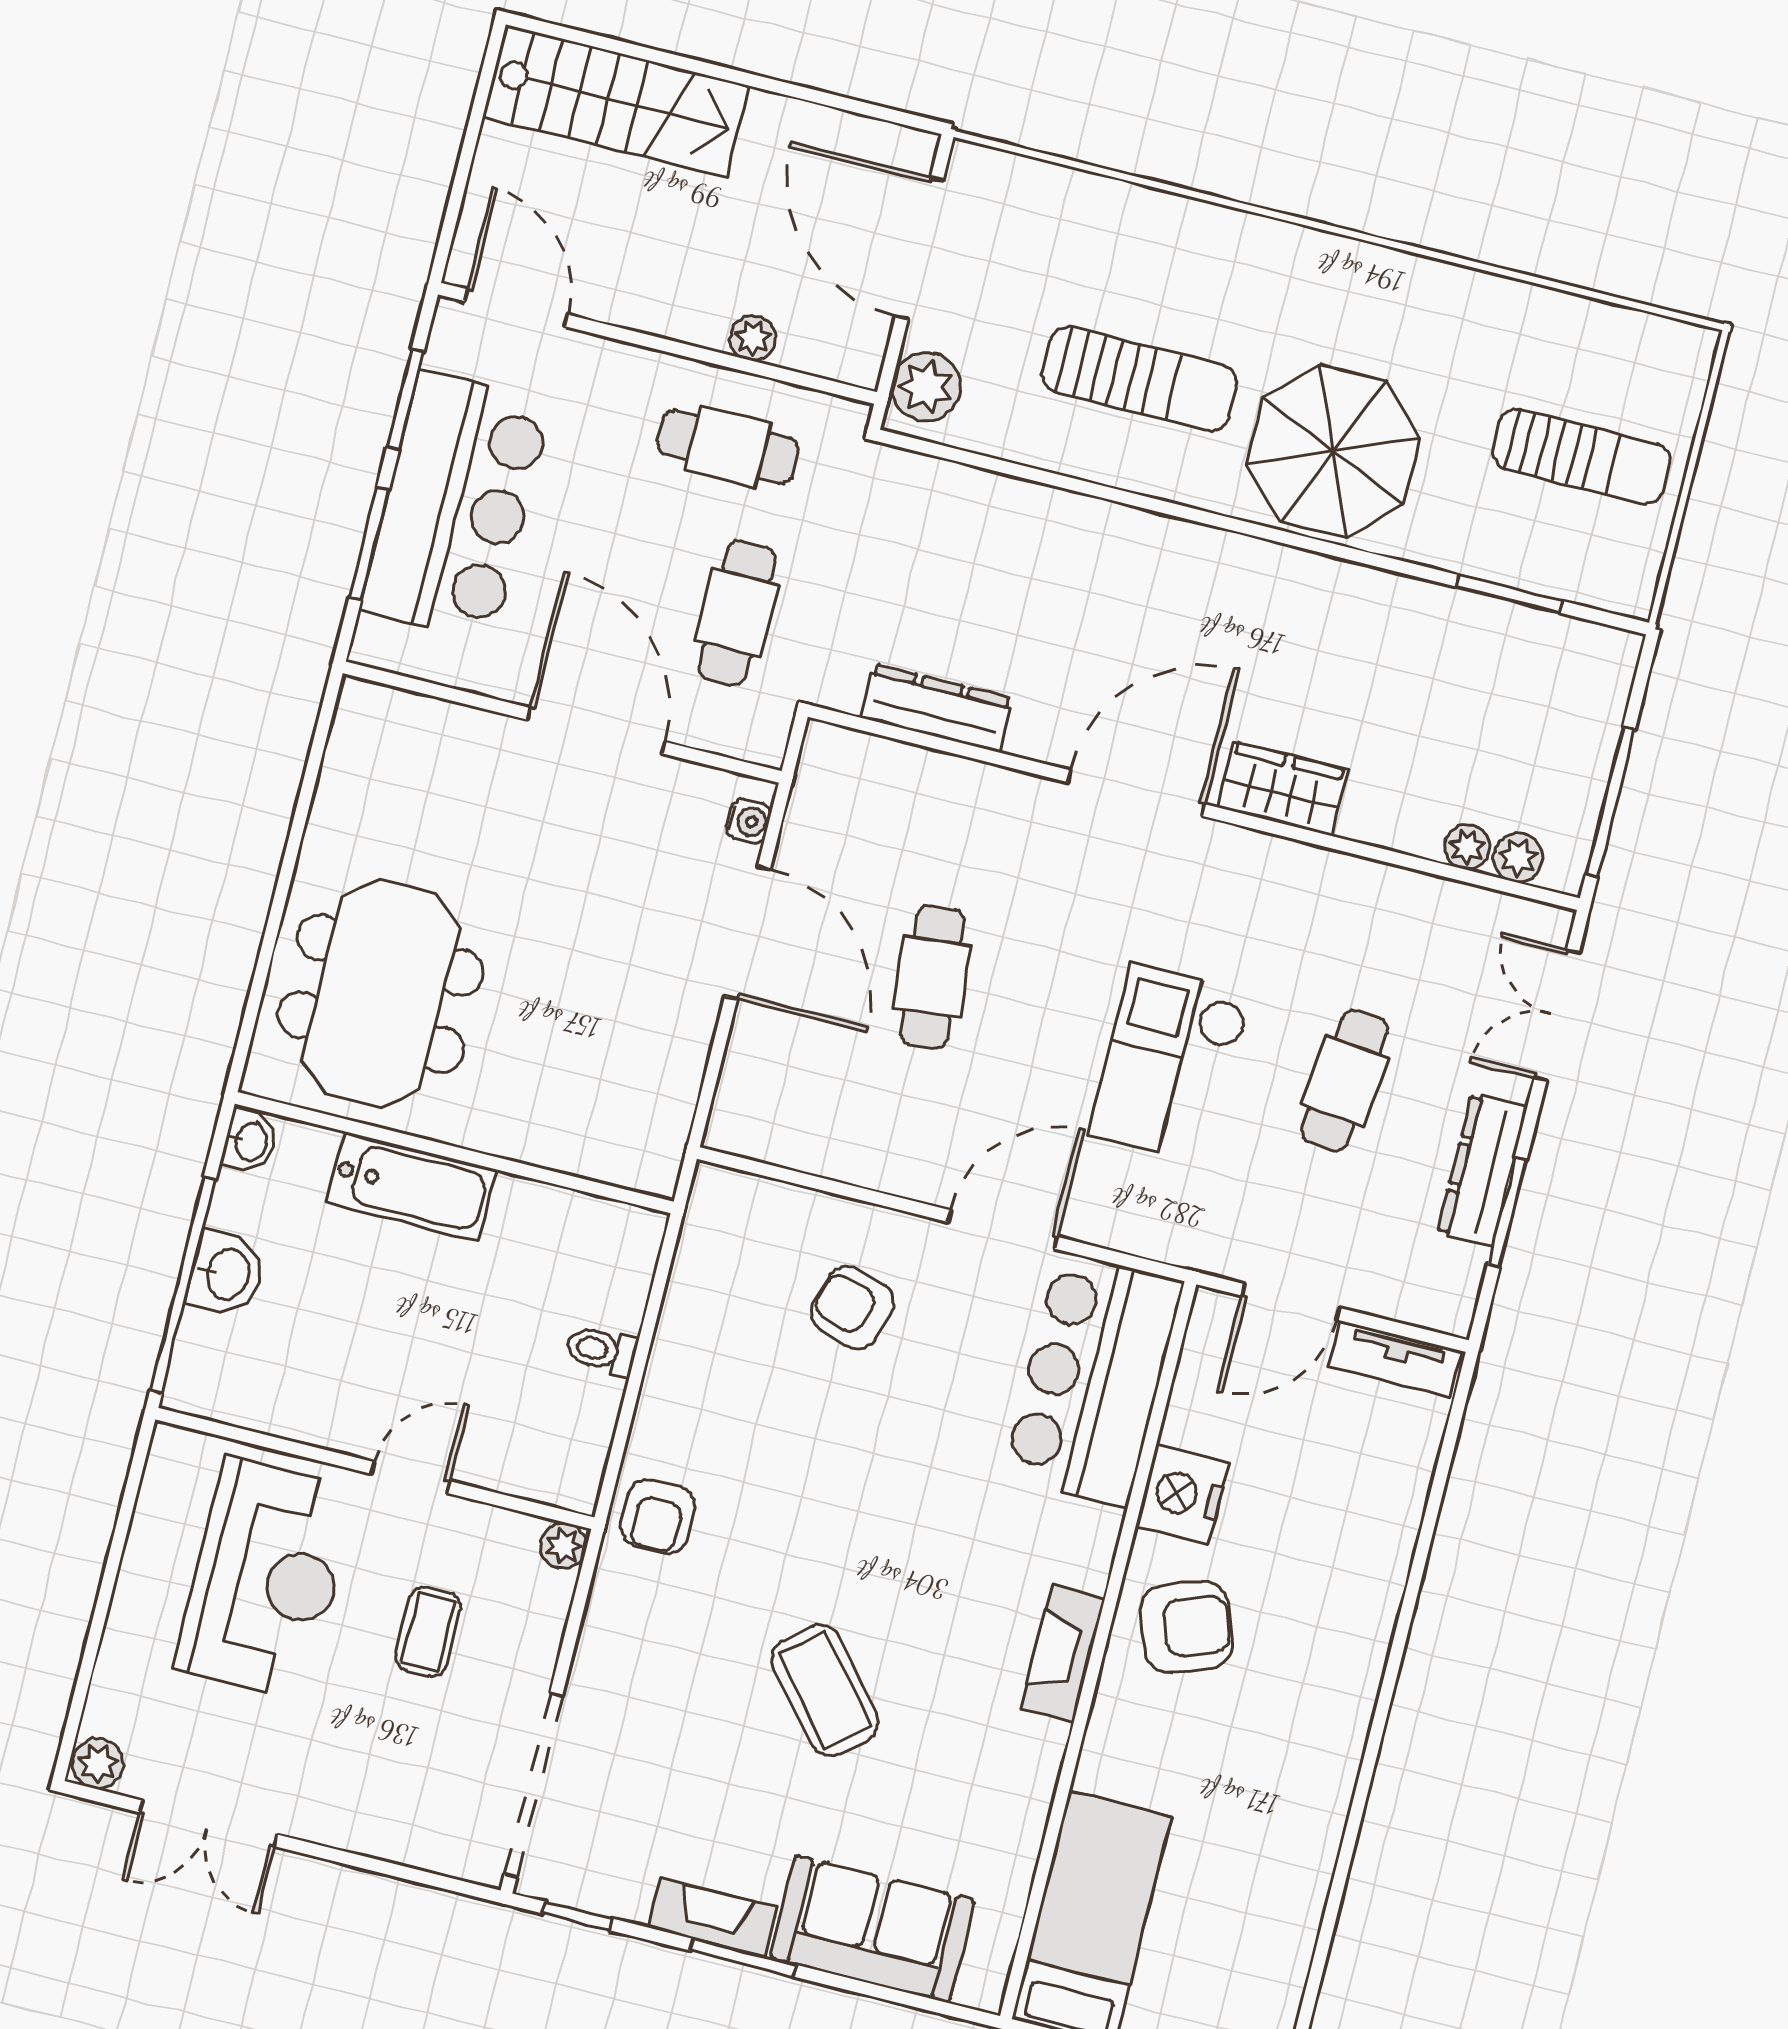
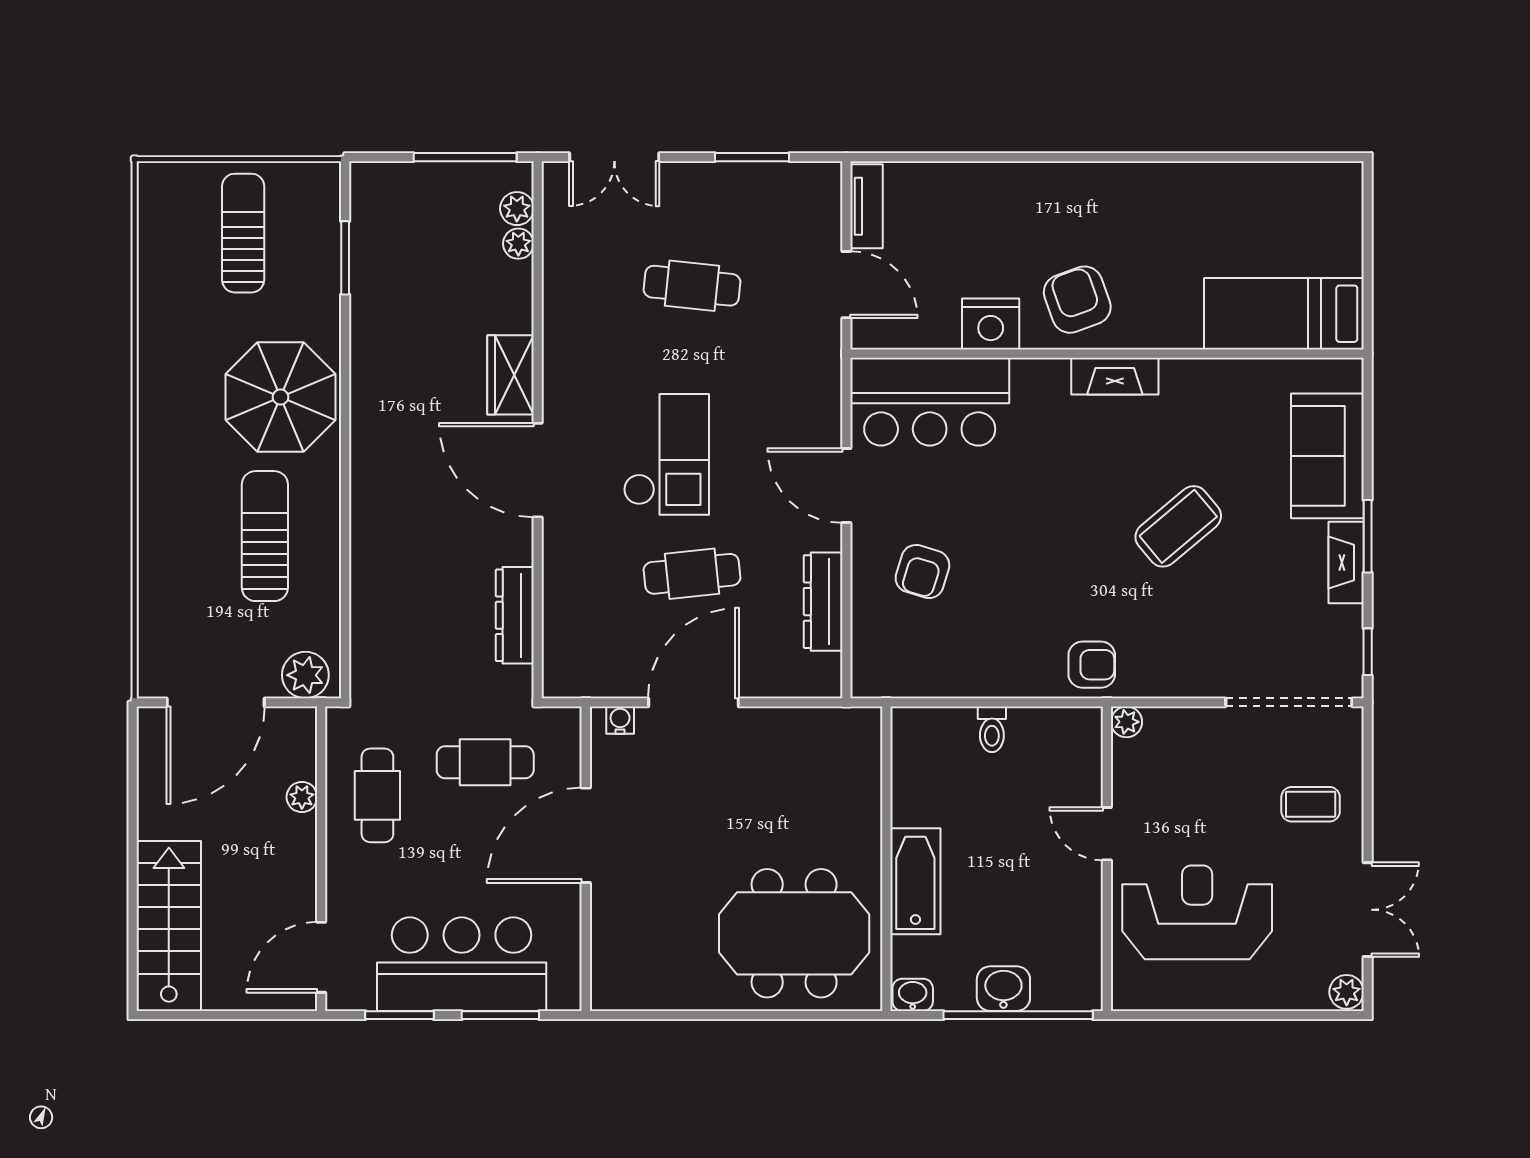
checkout: (1170, 1064) -> (666, 454), moved, turned -90
dresser: (1482, 1170) -> (823, 602), moved, turned 90
coffee table: (428, 1632) -> (1311, 804), moved

